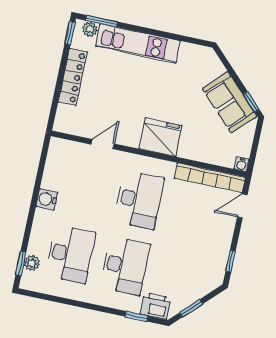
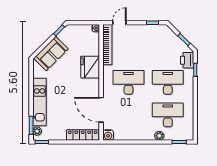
locker: (73, 77) -> (83, 135), moved
sofa: (230, 102) -> (51, 54), moved
fridge: (160, 137) -> (90, 67), moved
door: (103, 144) -> (101, 110), width x1.88
water cooler: (47, 199) -> (108, 135), moved
door: (242, 206) -> (119, 23), swing flipped
plant: (32, 263) -> (159, 136), moved

